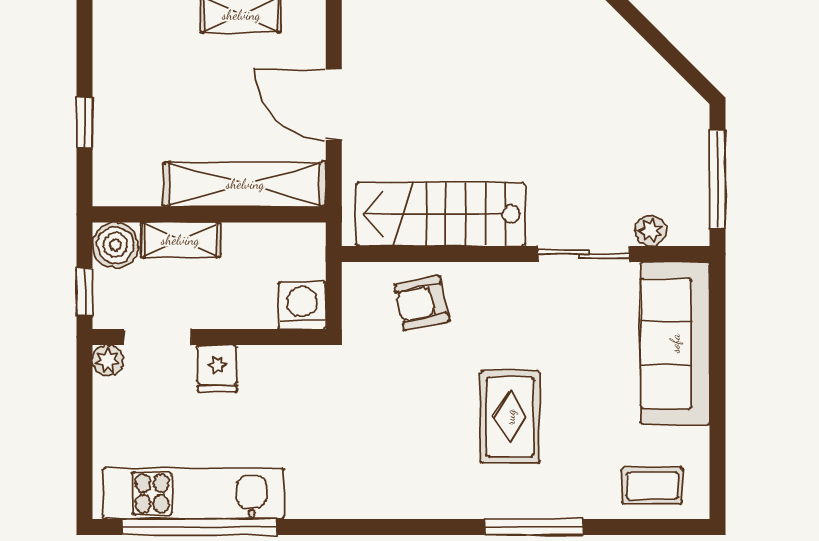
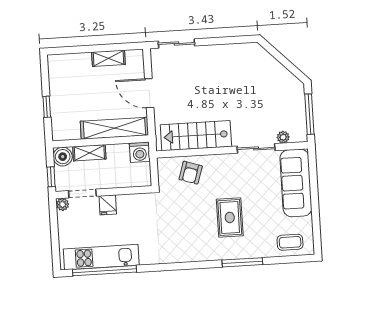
armchair: (422, 303) -> (191, 173), turned -60
washing machine: (302, 305) -> (140, 152), moved, turned 180

